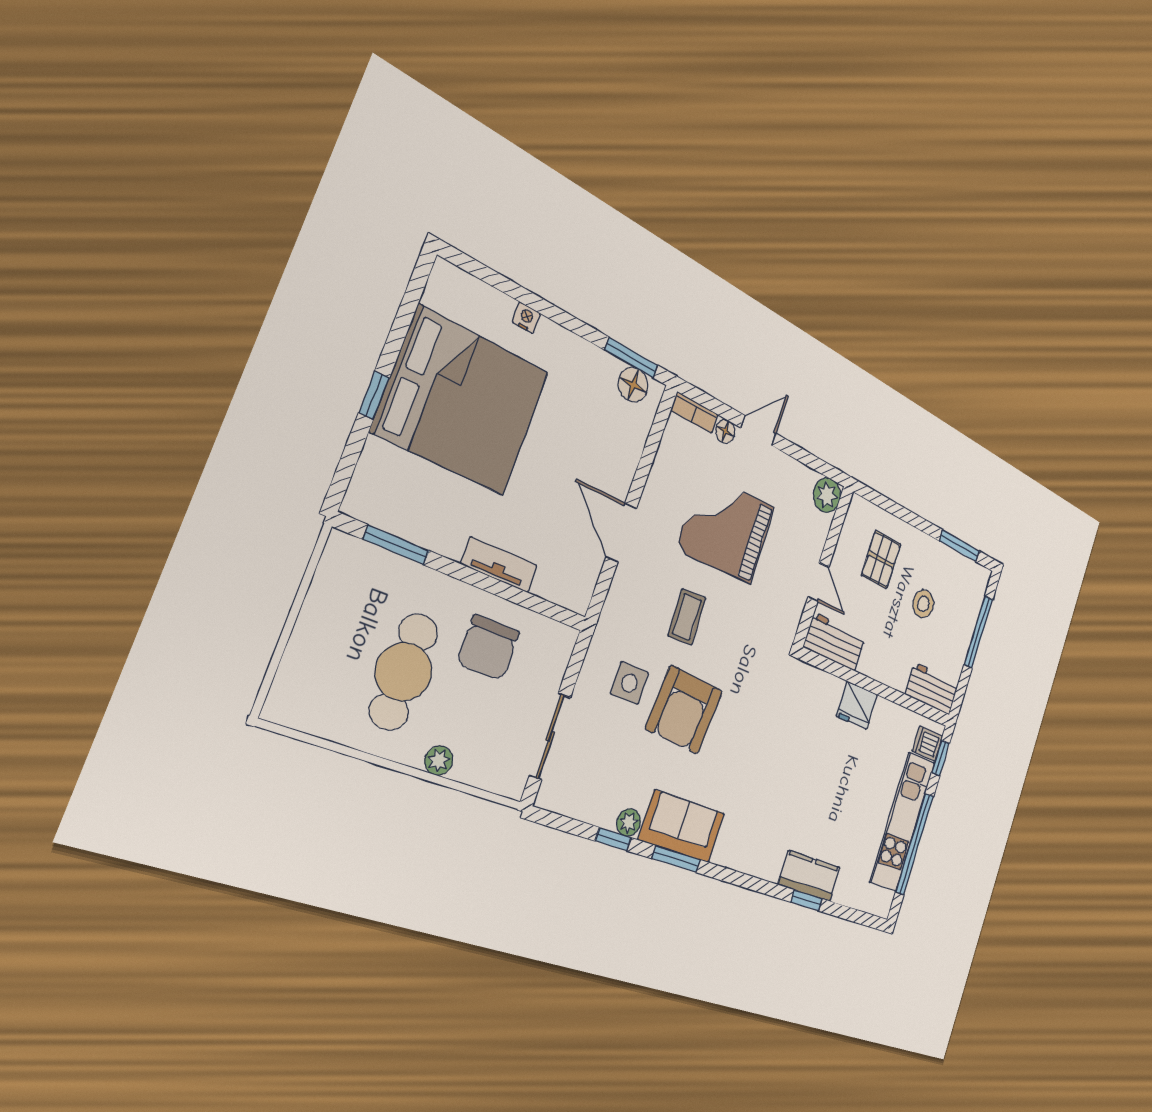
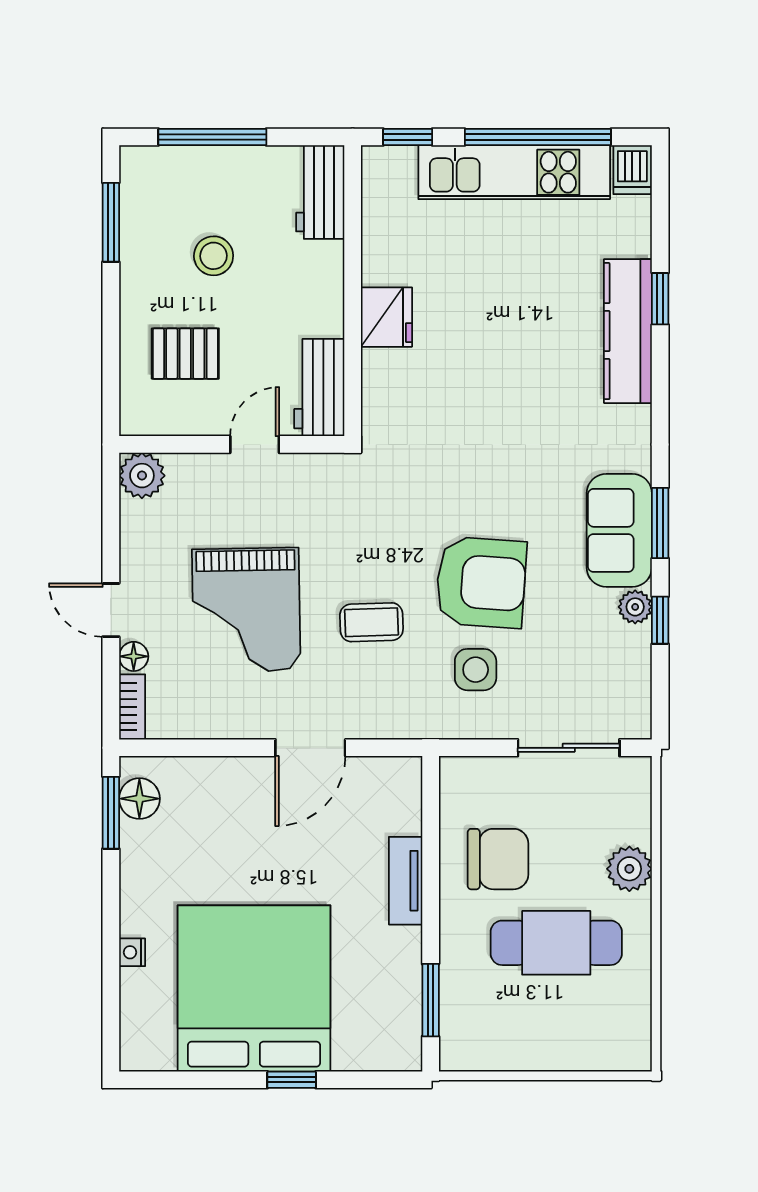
dishwasher: (928, 744) -> (632, 170), moved
plant: (439, 761) -> (629, 869), width x1.38, depth x1.38
kitchen counter: (809, 876) -> (628, 331), width x1.50

